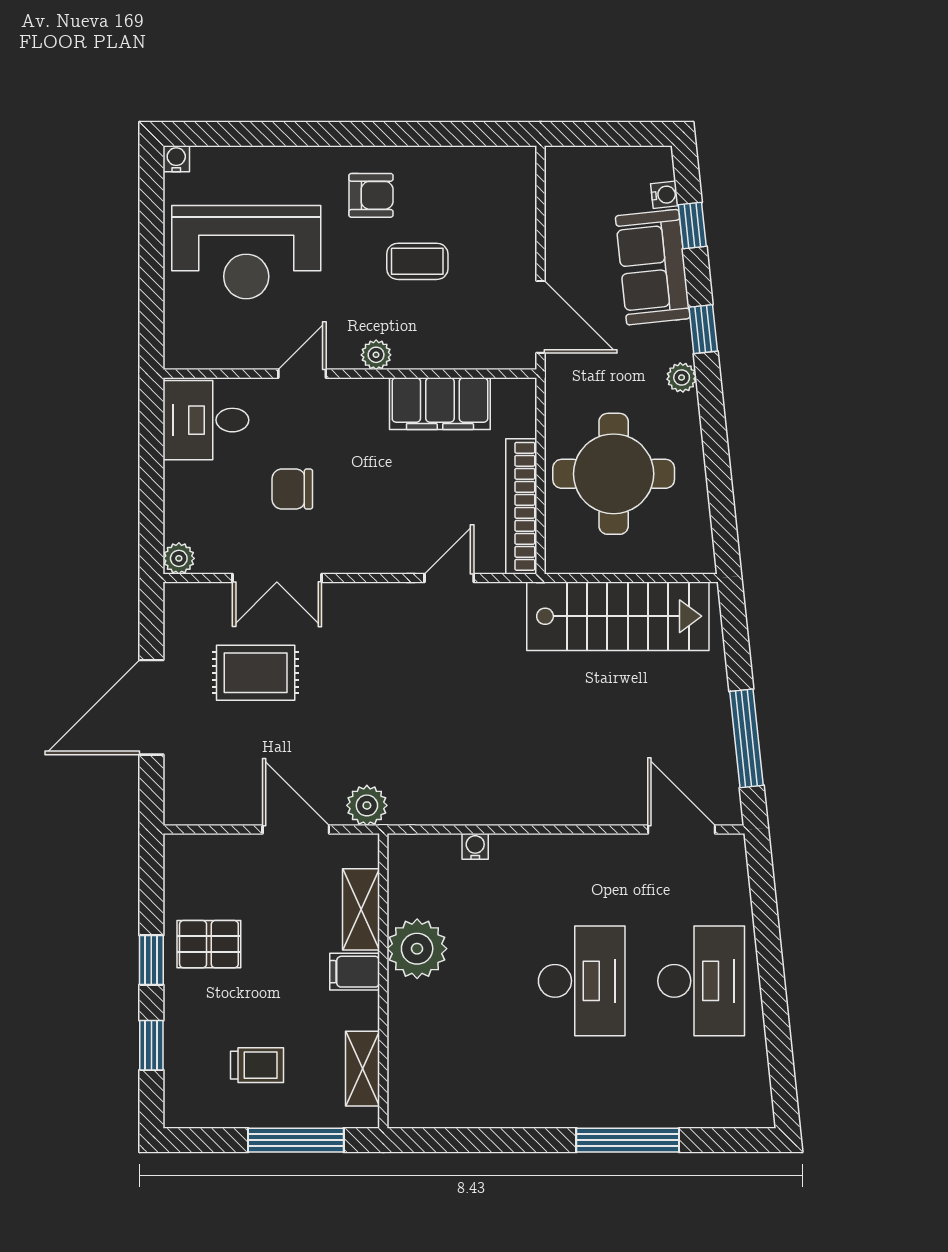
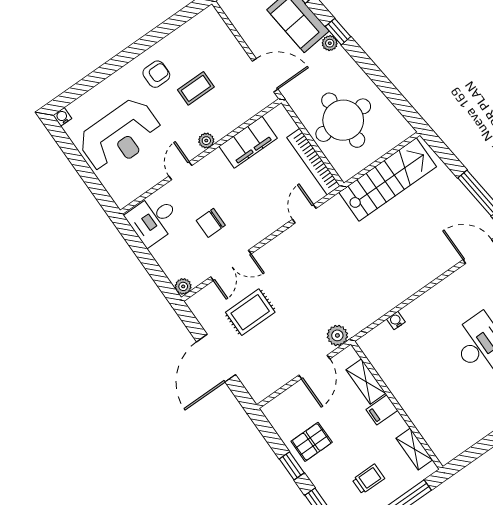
plant: (682, 377) -> (330, 43), moved
door: (296, 830) -> (314, 367), swing flipped
plant: (417, 949) -> (402, 381), removed

